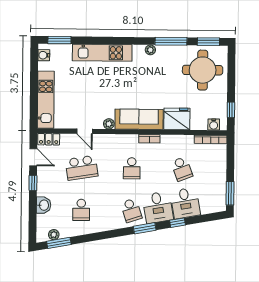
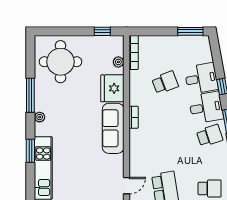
window: (208, 42) -> (30, 151), moved
plant: (109, 124) -> (118, 62), moved
water cooler: (214, 124) -> (118, 49), removed
school desk: (132, 168) -> (165, 136), removed

